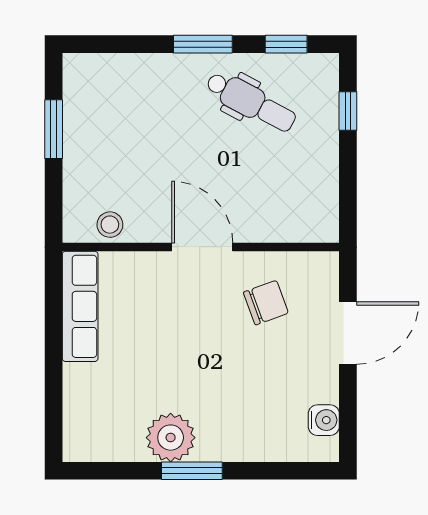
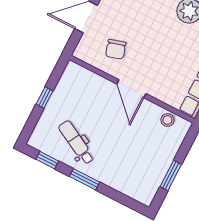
window: (348, 111) -> (45, 98), moved
chair: (266, 303) -> (116, 49), turned -86

